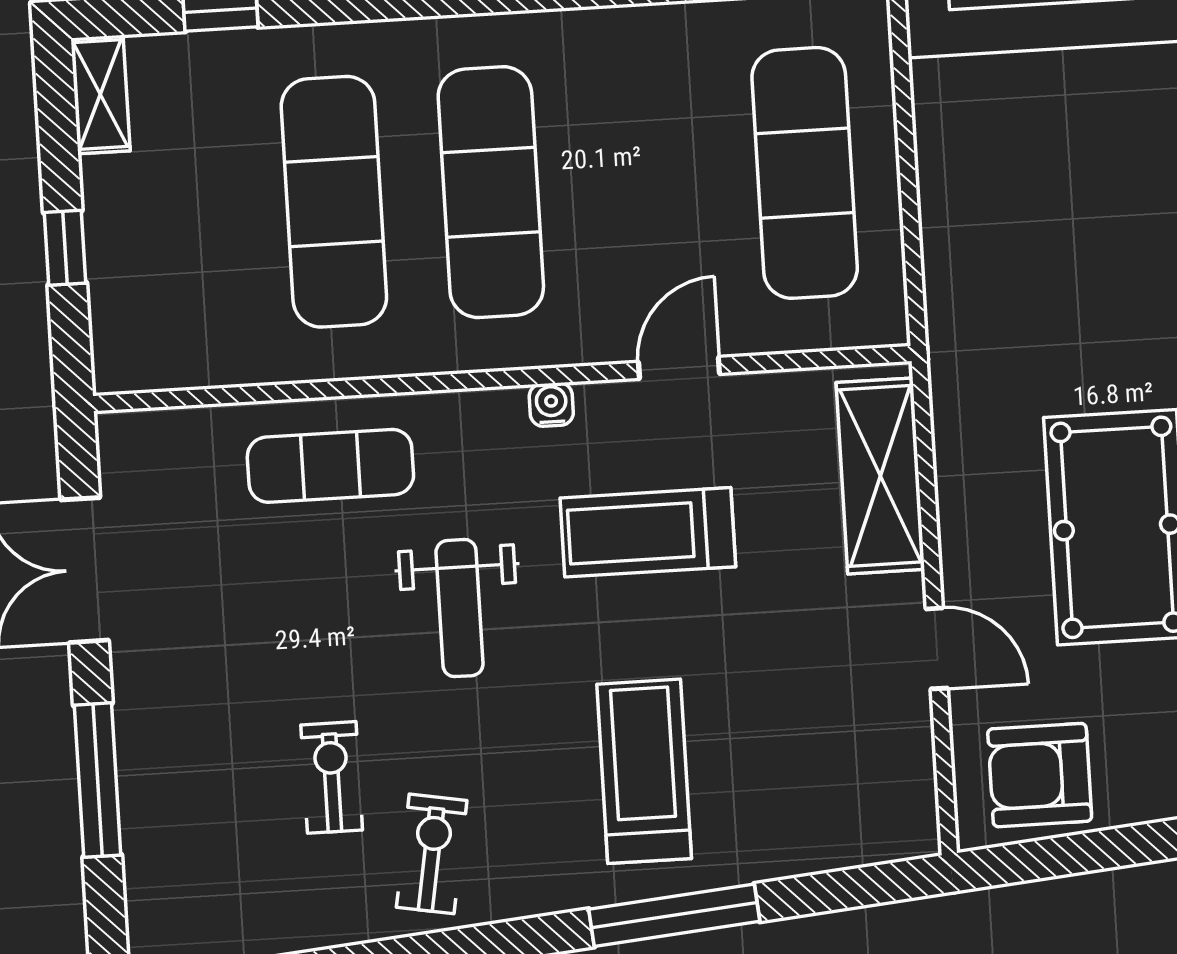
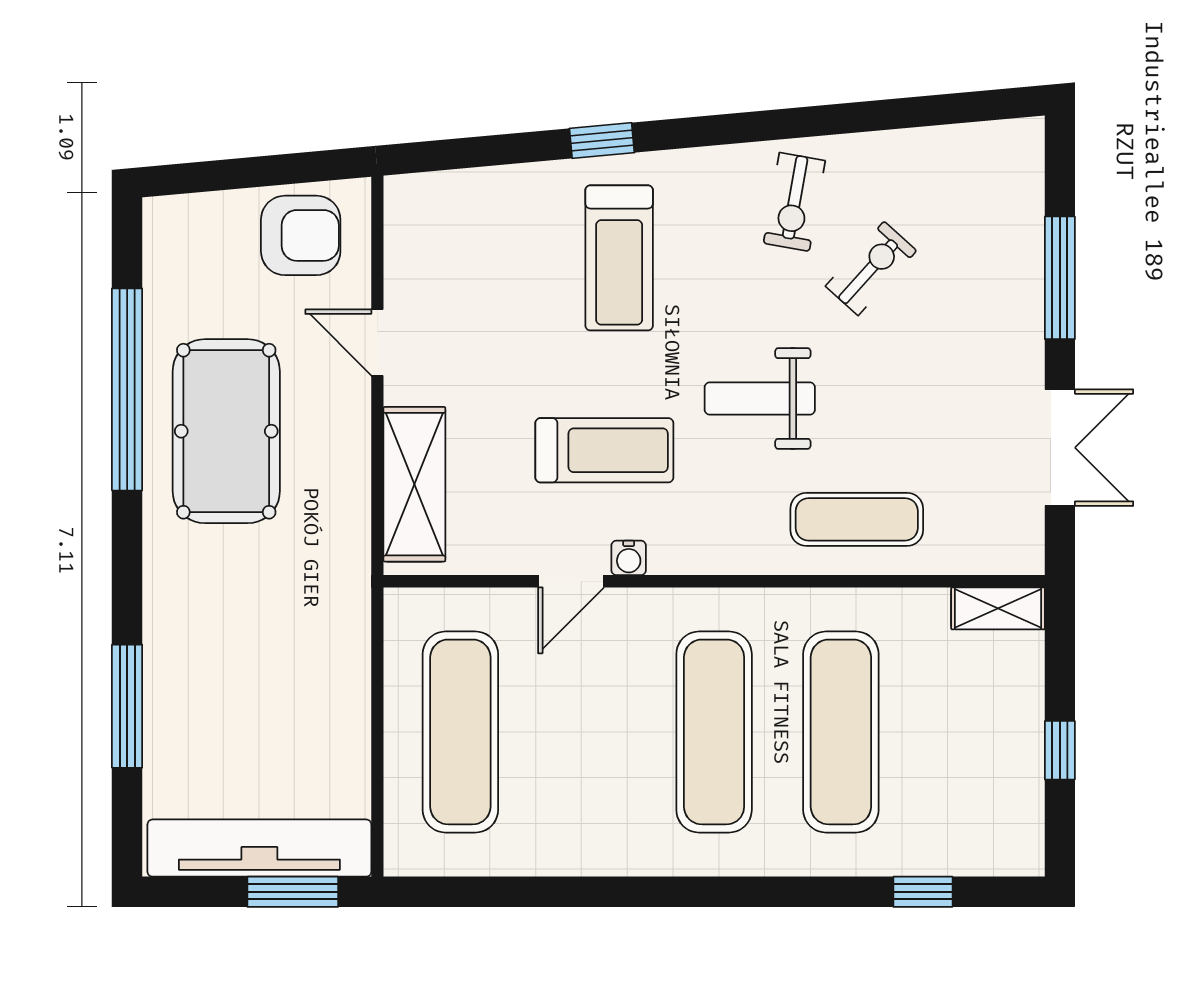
shelving: (100, 94) -> (998, 608), moved, turned 90
window: (65, 248) -> (1060, 750), moved
water cooler: (551, 405) -> (629, 558), moved
weight bench: (459, 608) -> (760, 399), turned -90
exercise bike: (332, 777) -> (871, 268), turned -138
window: (674, 915) -> (602, 141), width x0.46

